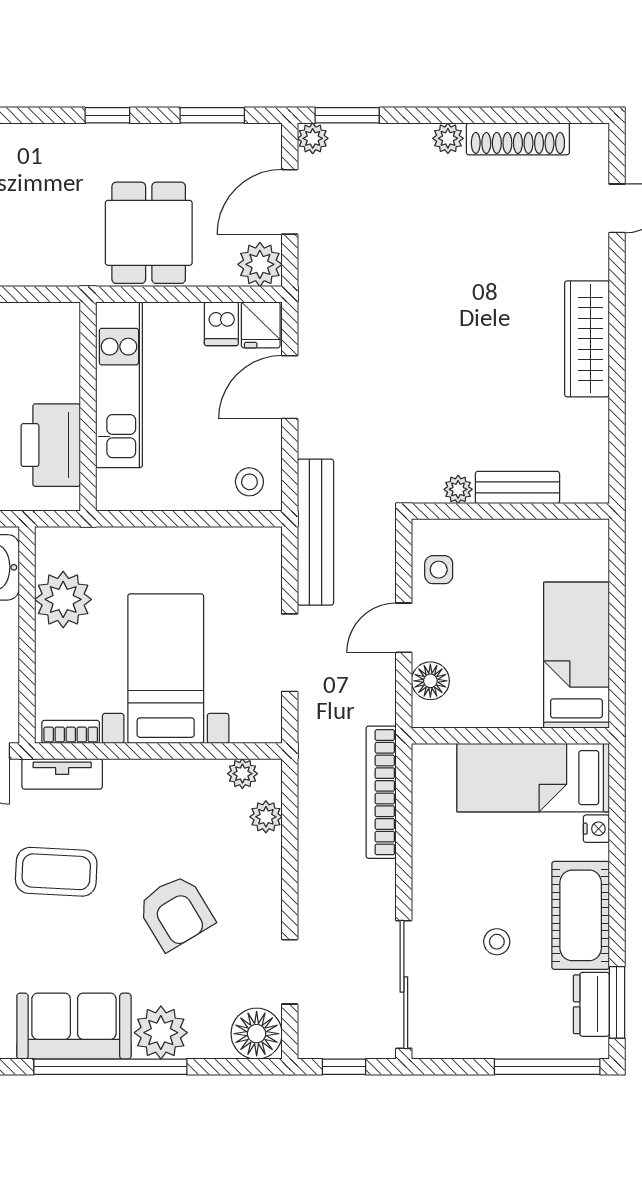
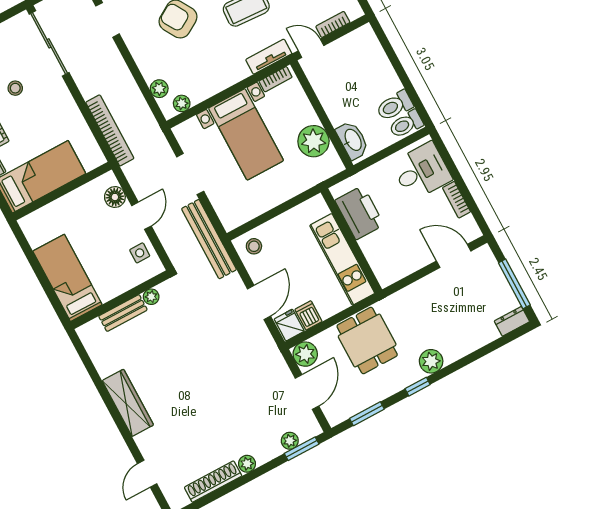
plant: (313, 138) -> (290, 441), moved
plant: (64, 144) -> (431, 361), added
bed: (577, 655) -> (67, 278), moved, turned 180

